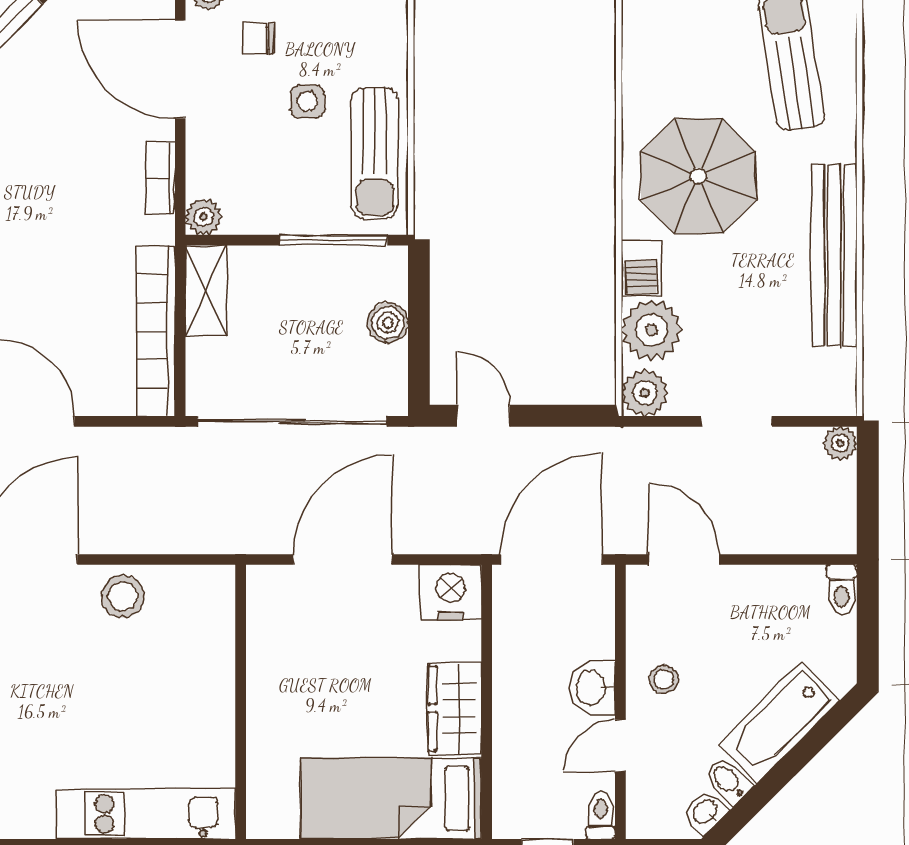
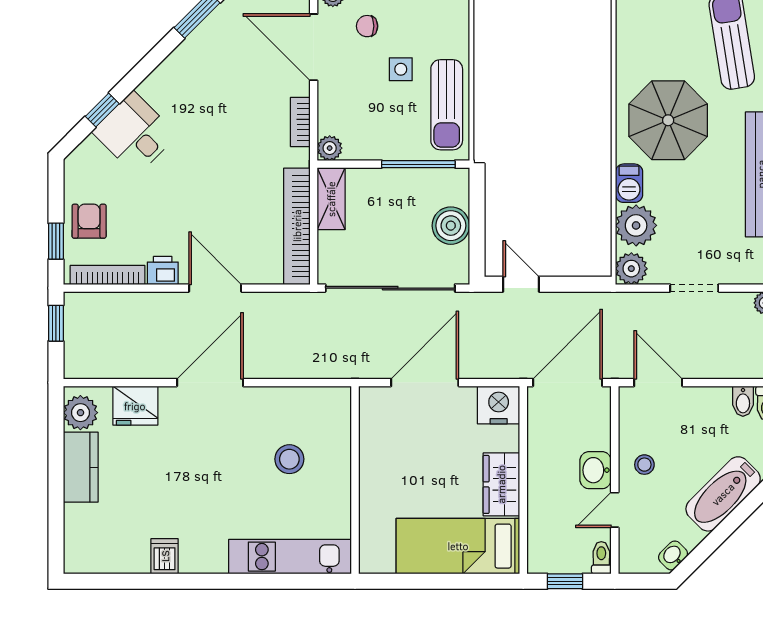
boiler: (388, 323) -> (451, 226), width x1.36, depth x1.36
stool: (123, 597) -> (289, 459), moved
bidet: (728, 781) -> (743, 401), moved, turned -135

